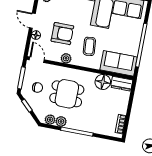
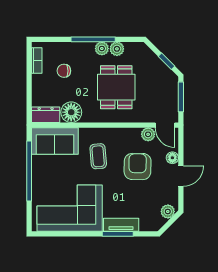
door: (32, 21) -> (181, 176), hinge flipped
armchair: (62, 34) -> (138, 166), turned 91
plant: (66, 58) -> (148, 134), moved
chair: (37, 87) -> (64, 71), moved
dining table: (67, 94) -> (116, 87), turned 90
plant: (50, 120) -> (102, 49), moved

